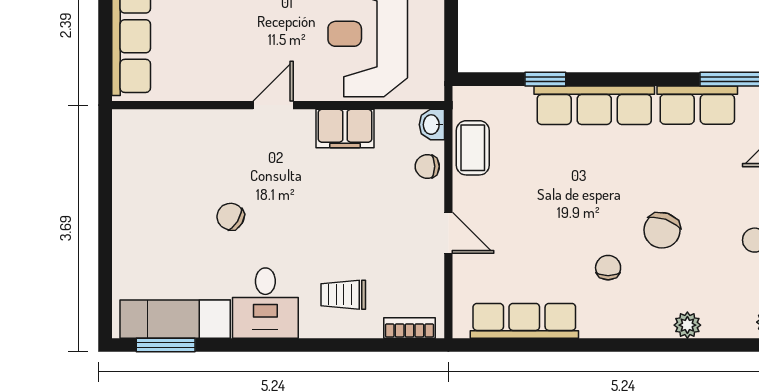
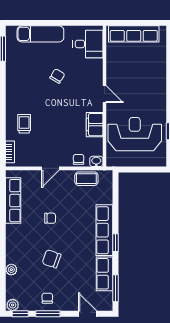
window: (545, 79) -> (116, 243), moved
chair: (608, 268) -> (50, 218), moved
desk: (265, 303) -> (88, 44), moved, turned 180
exam couch: (175, 319) -> (40, 34), moved, turned 90

